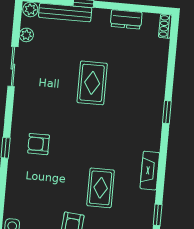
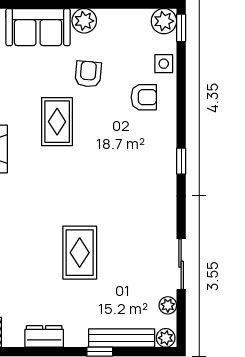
armchair: (39, 144) -> (144, 97), moved

